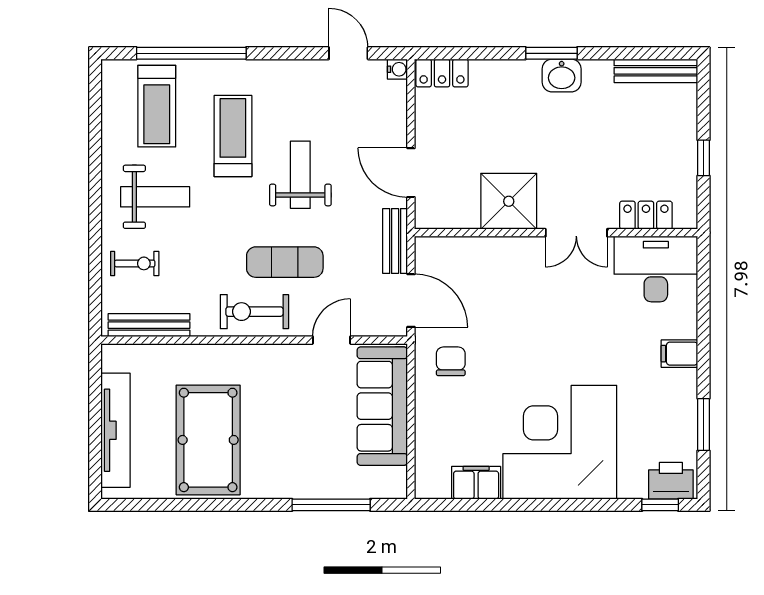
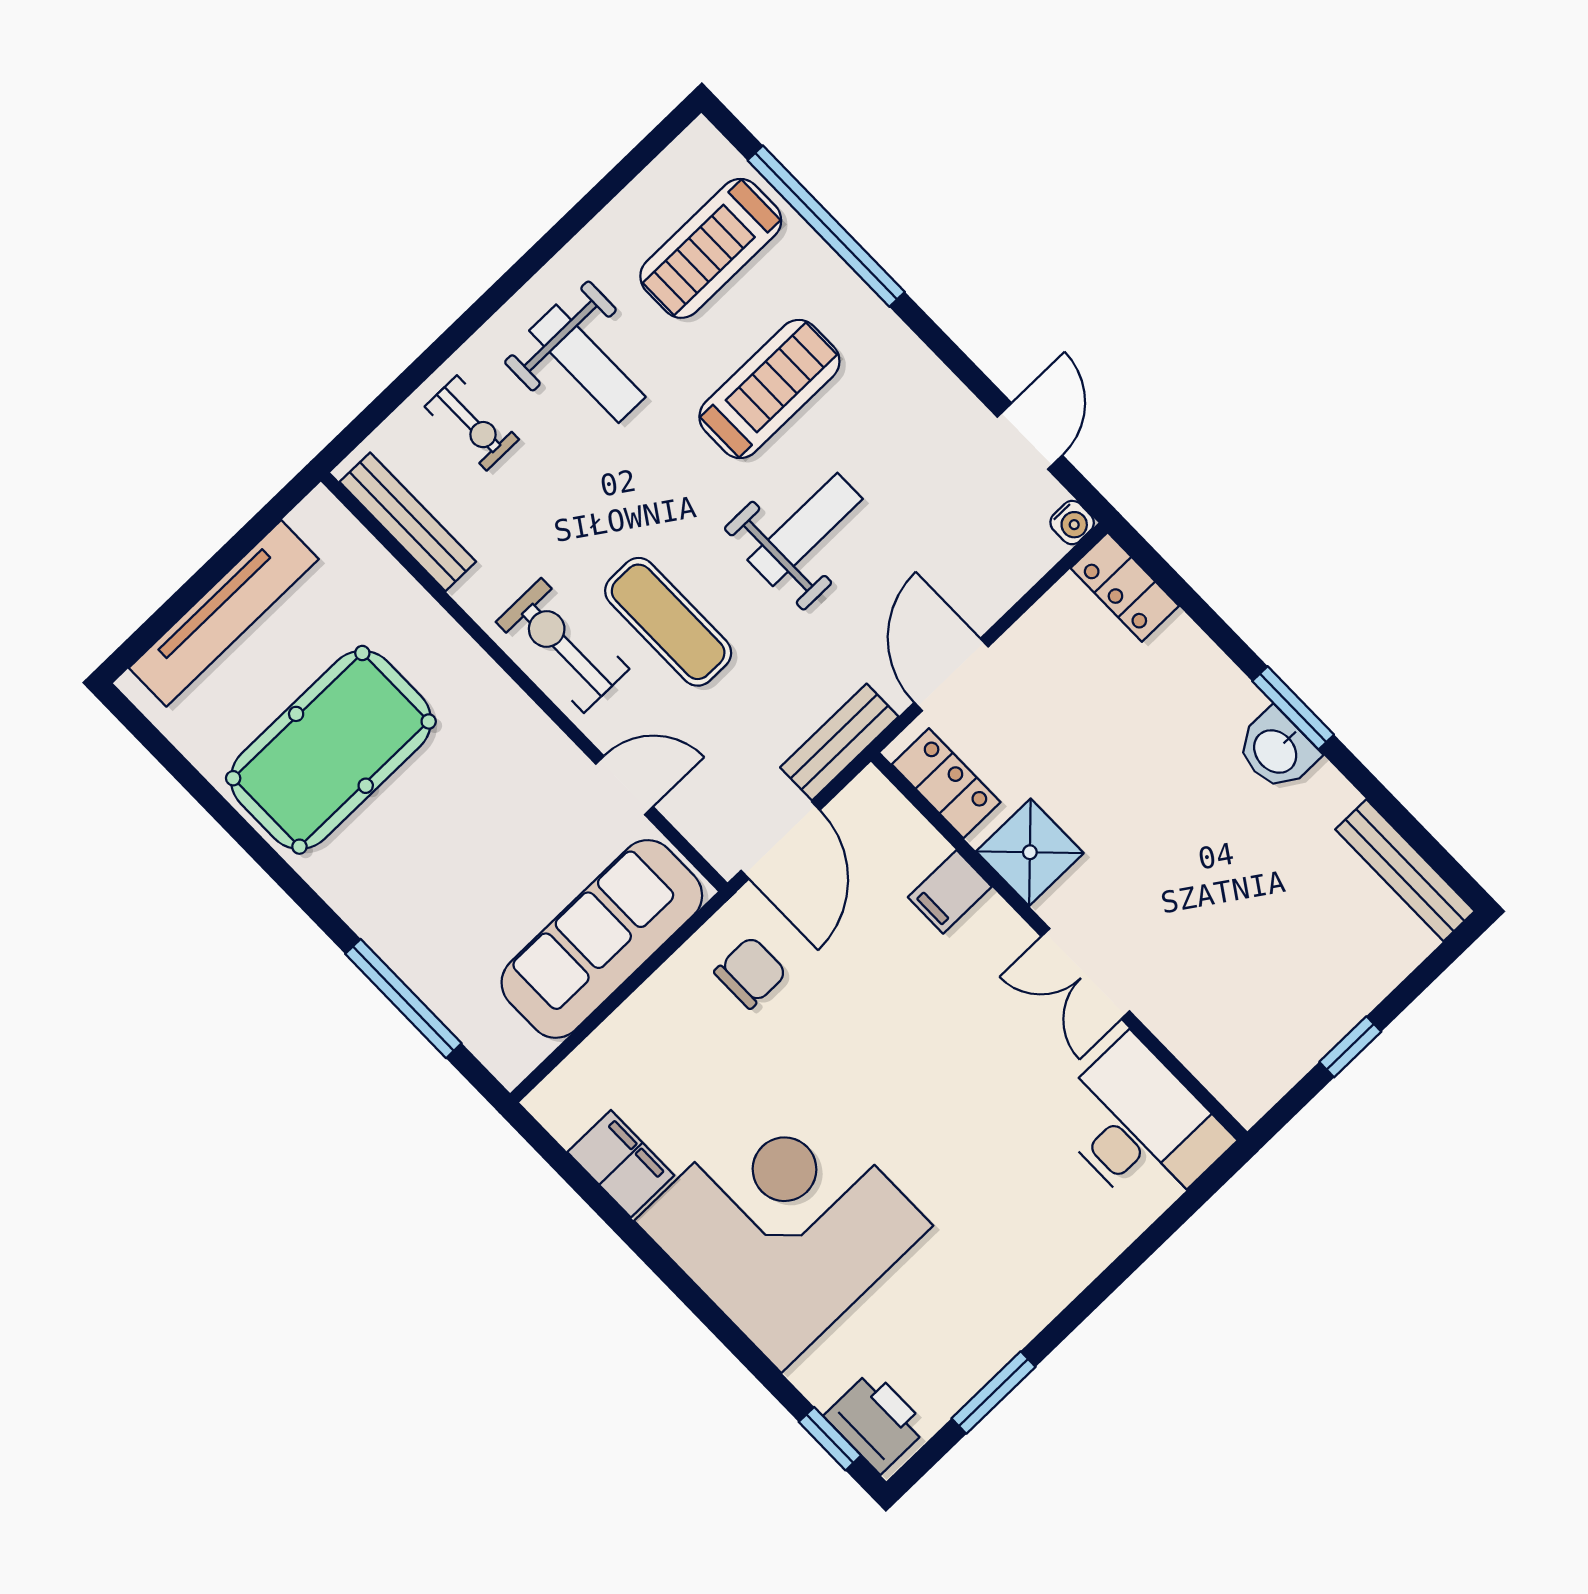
shower: (509, 201) -> (1030, 852), width x0.73, depth x0.73
locker: (646, 215) -> (946, 783), moved
filing cabinet: (679, 354) -> (950, 892), moved, turned -90

